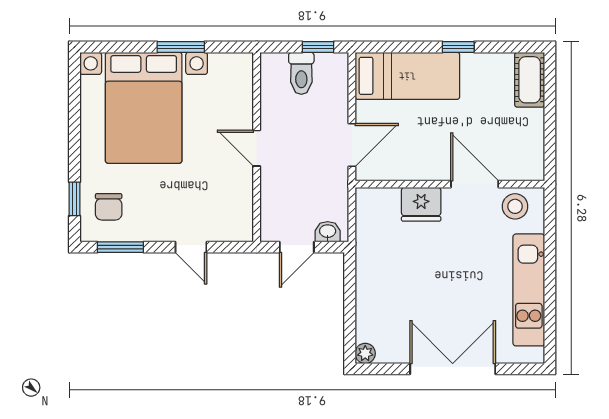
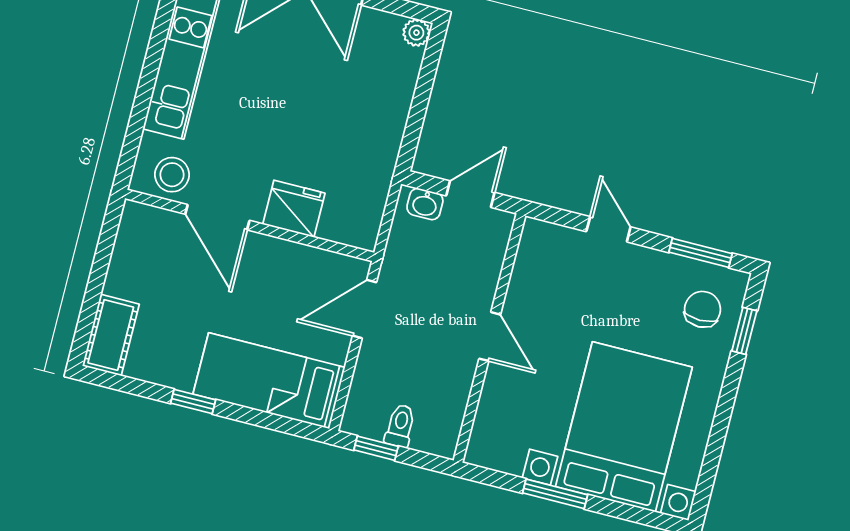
toilet: (301, 73) -> (400, 426), width x0.73, depth x0.72

